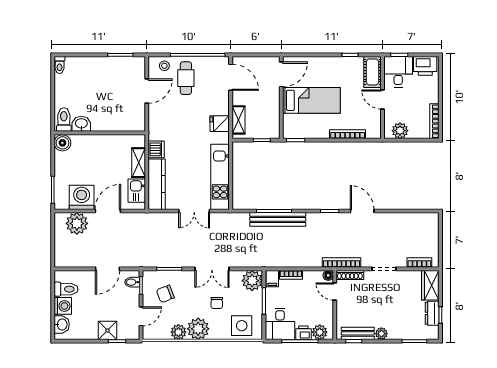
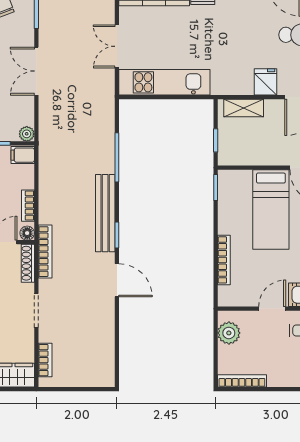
fridge: (220, 124) -> (265, 82), moved
door: (362, 211) -> (117, 280), hinge flipped
bench: (278, 219) -> (105, 213), moved
bookcase: (291, 275) -> (28, 206), moved
plant: (252, 281) -> (27, 134), width x0.53, depth x0.53

